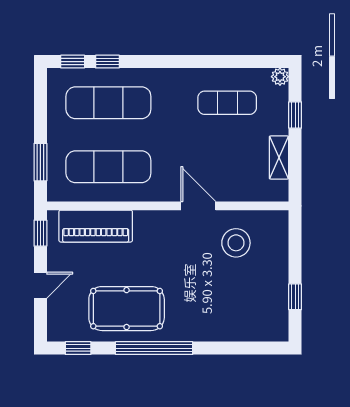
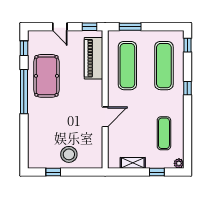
window: (107, 62) -> (187, 88), moved
stool: (236, 243) -> (69, 154), moved

